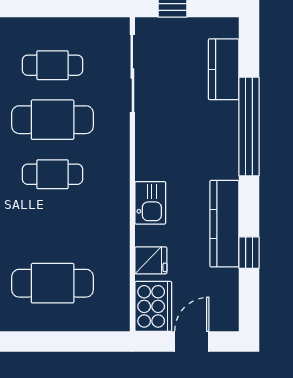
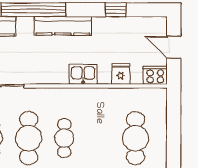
kitchen counter: (224, 224) -> (63, 26), moved
cooker: (153, 306) -> (155, 75), width x0.73, depth x0.76

